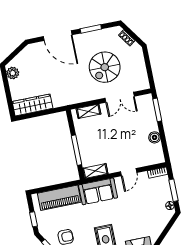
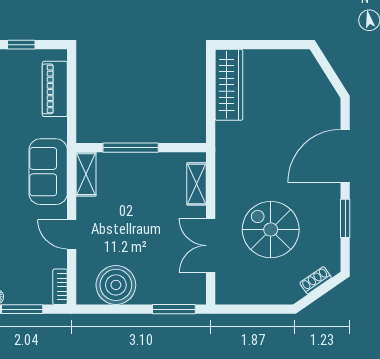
plant: (13, 73) -> (294, 61), removed
boiler: (155, 137) -> (116, 285), width x1.86, depth x1.86
piano: (59, 198) -> (55, 89), width x0.73, depth x0.75

